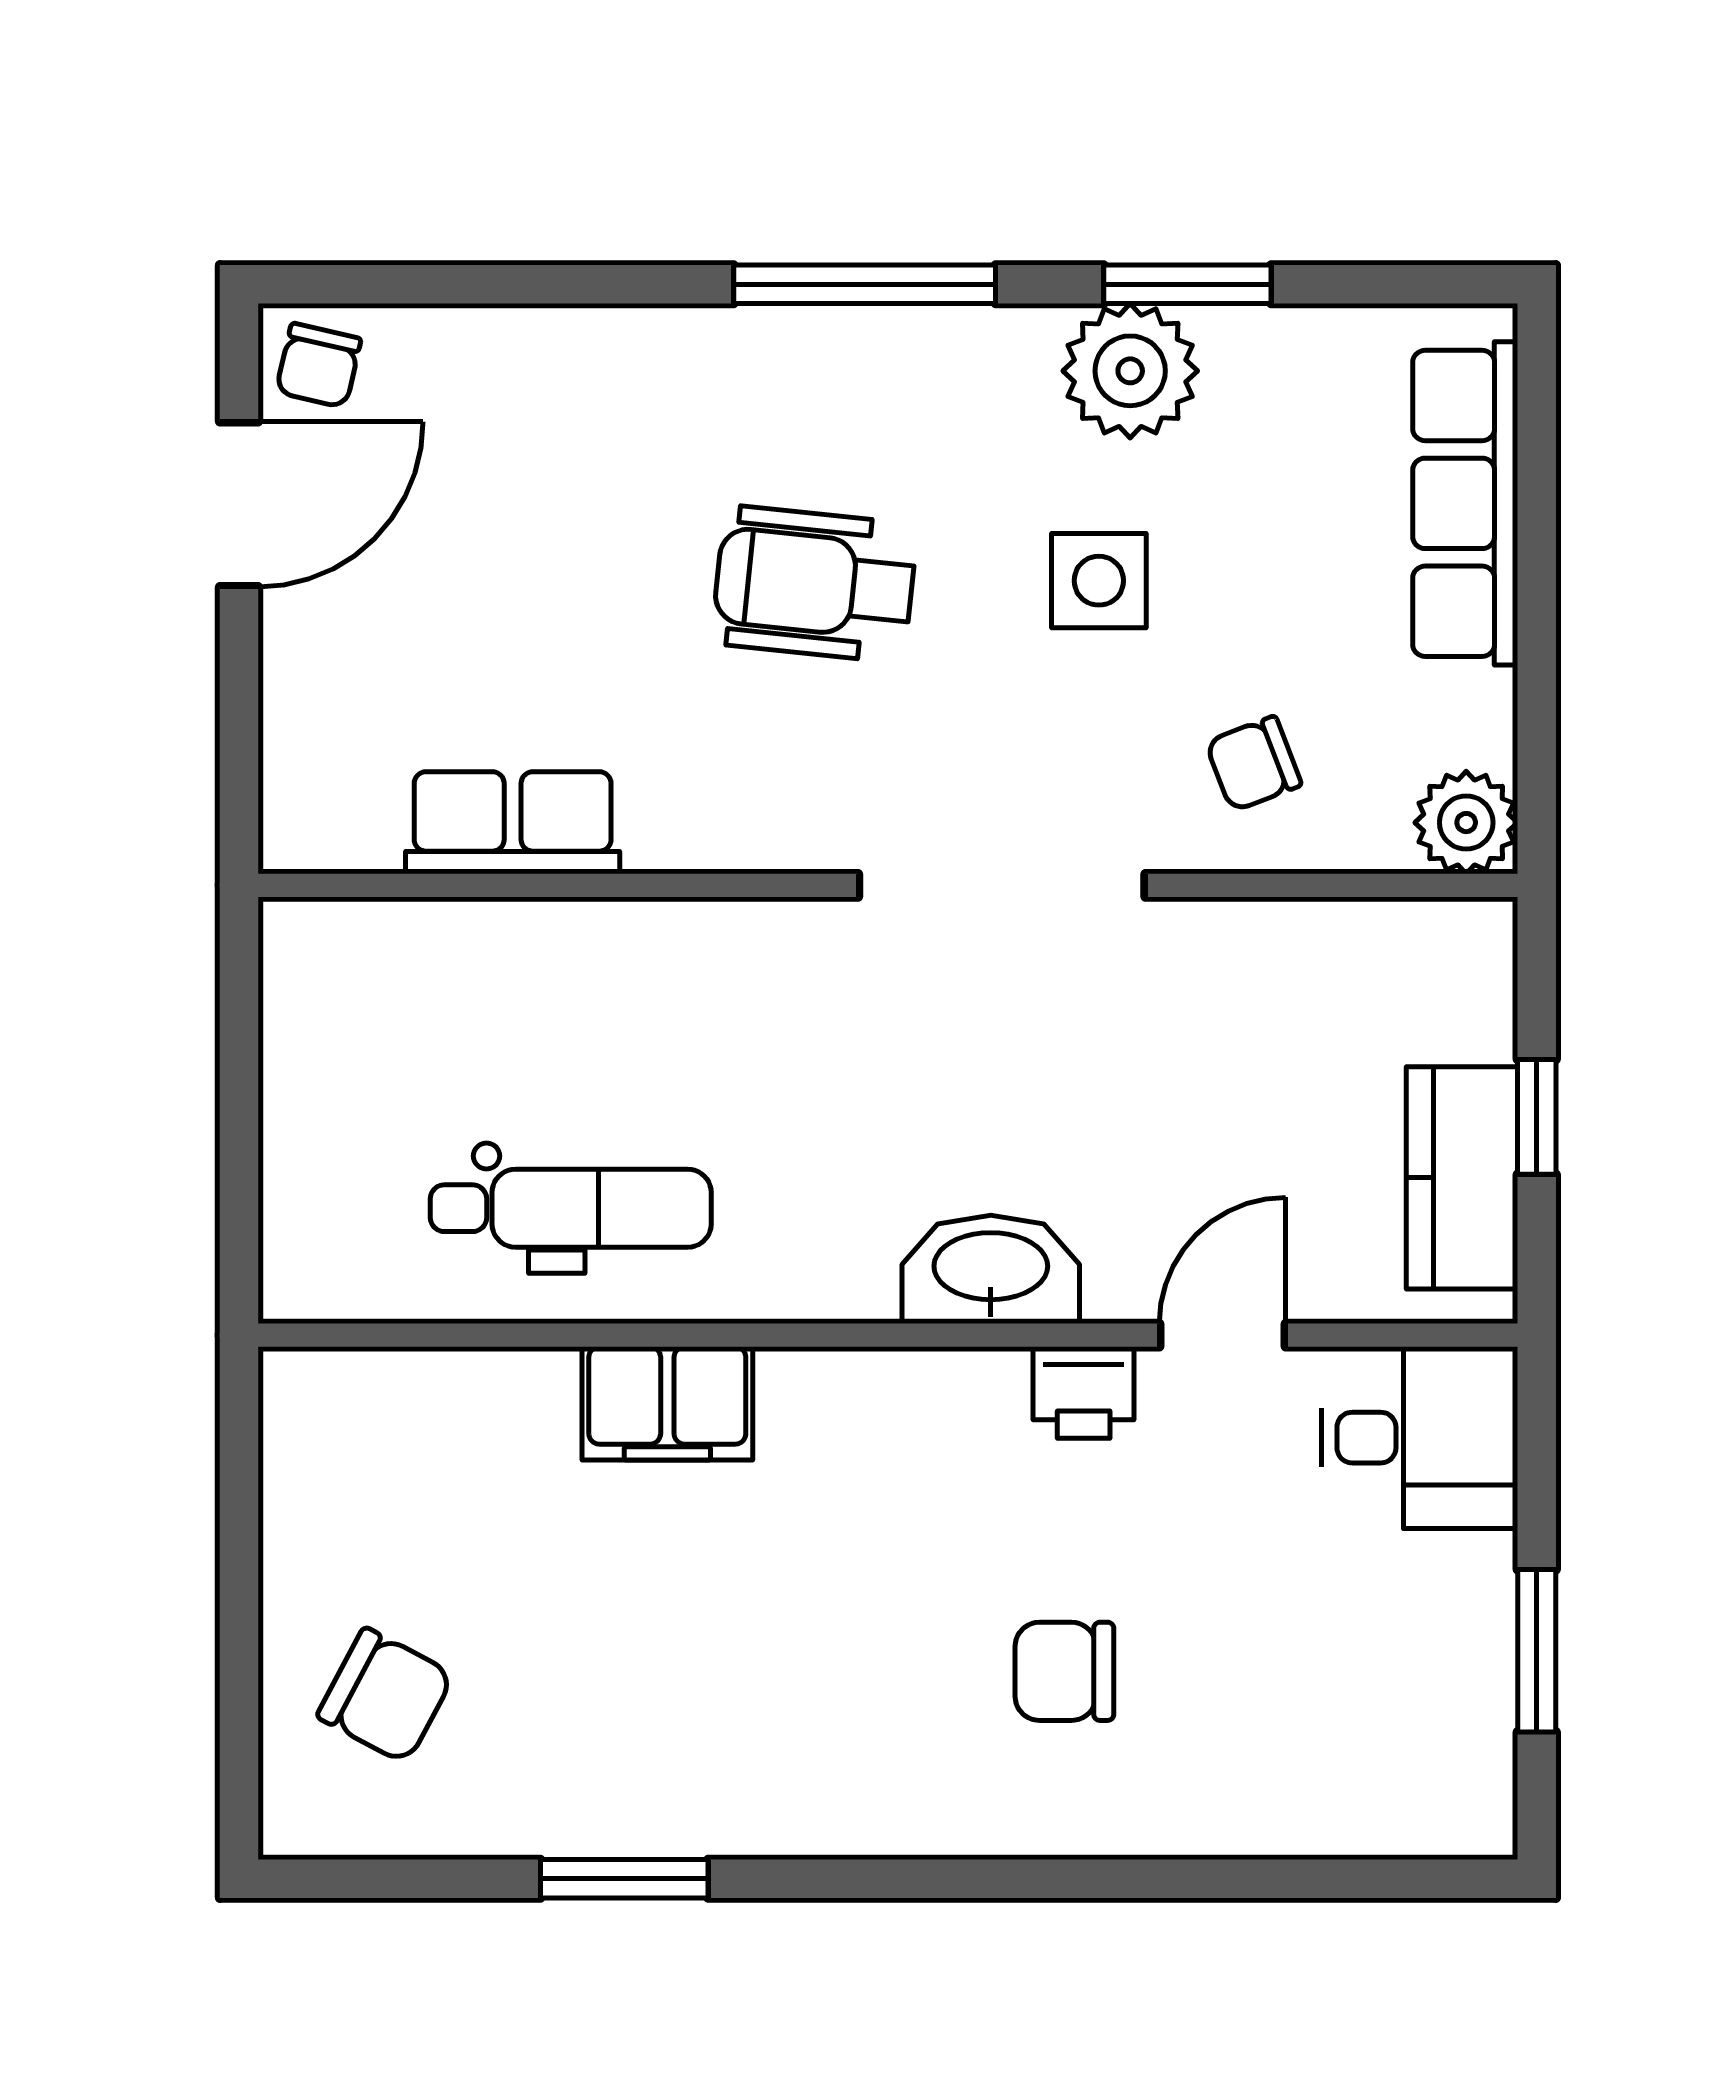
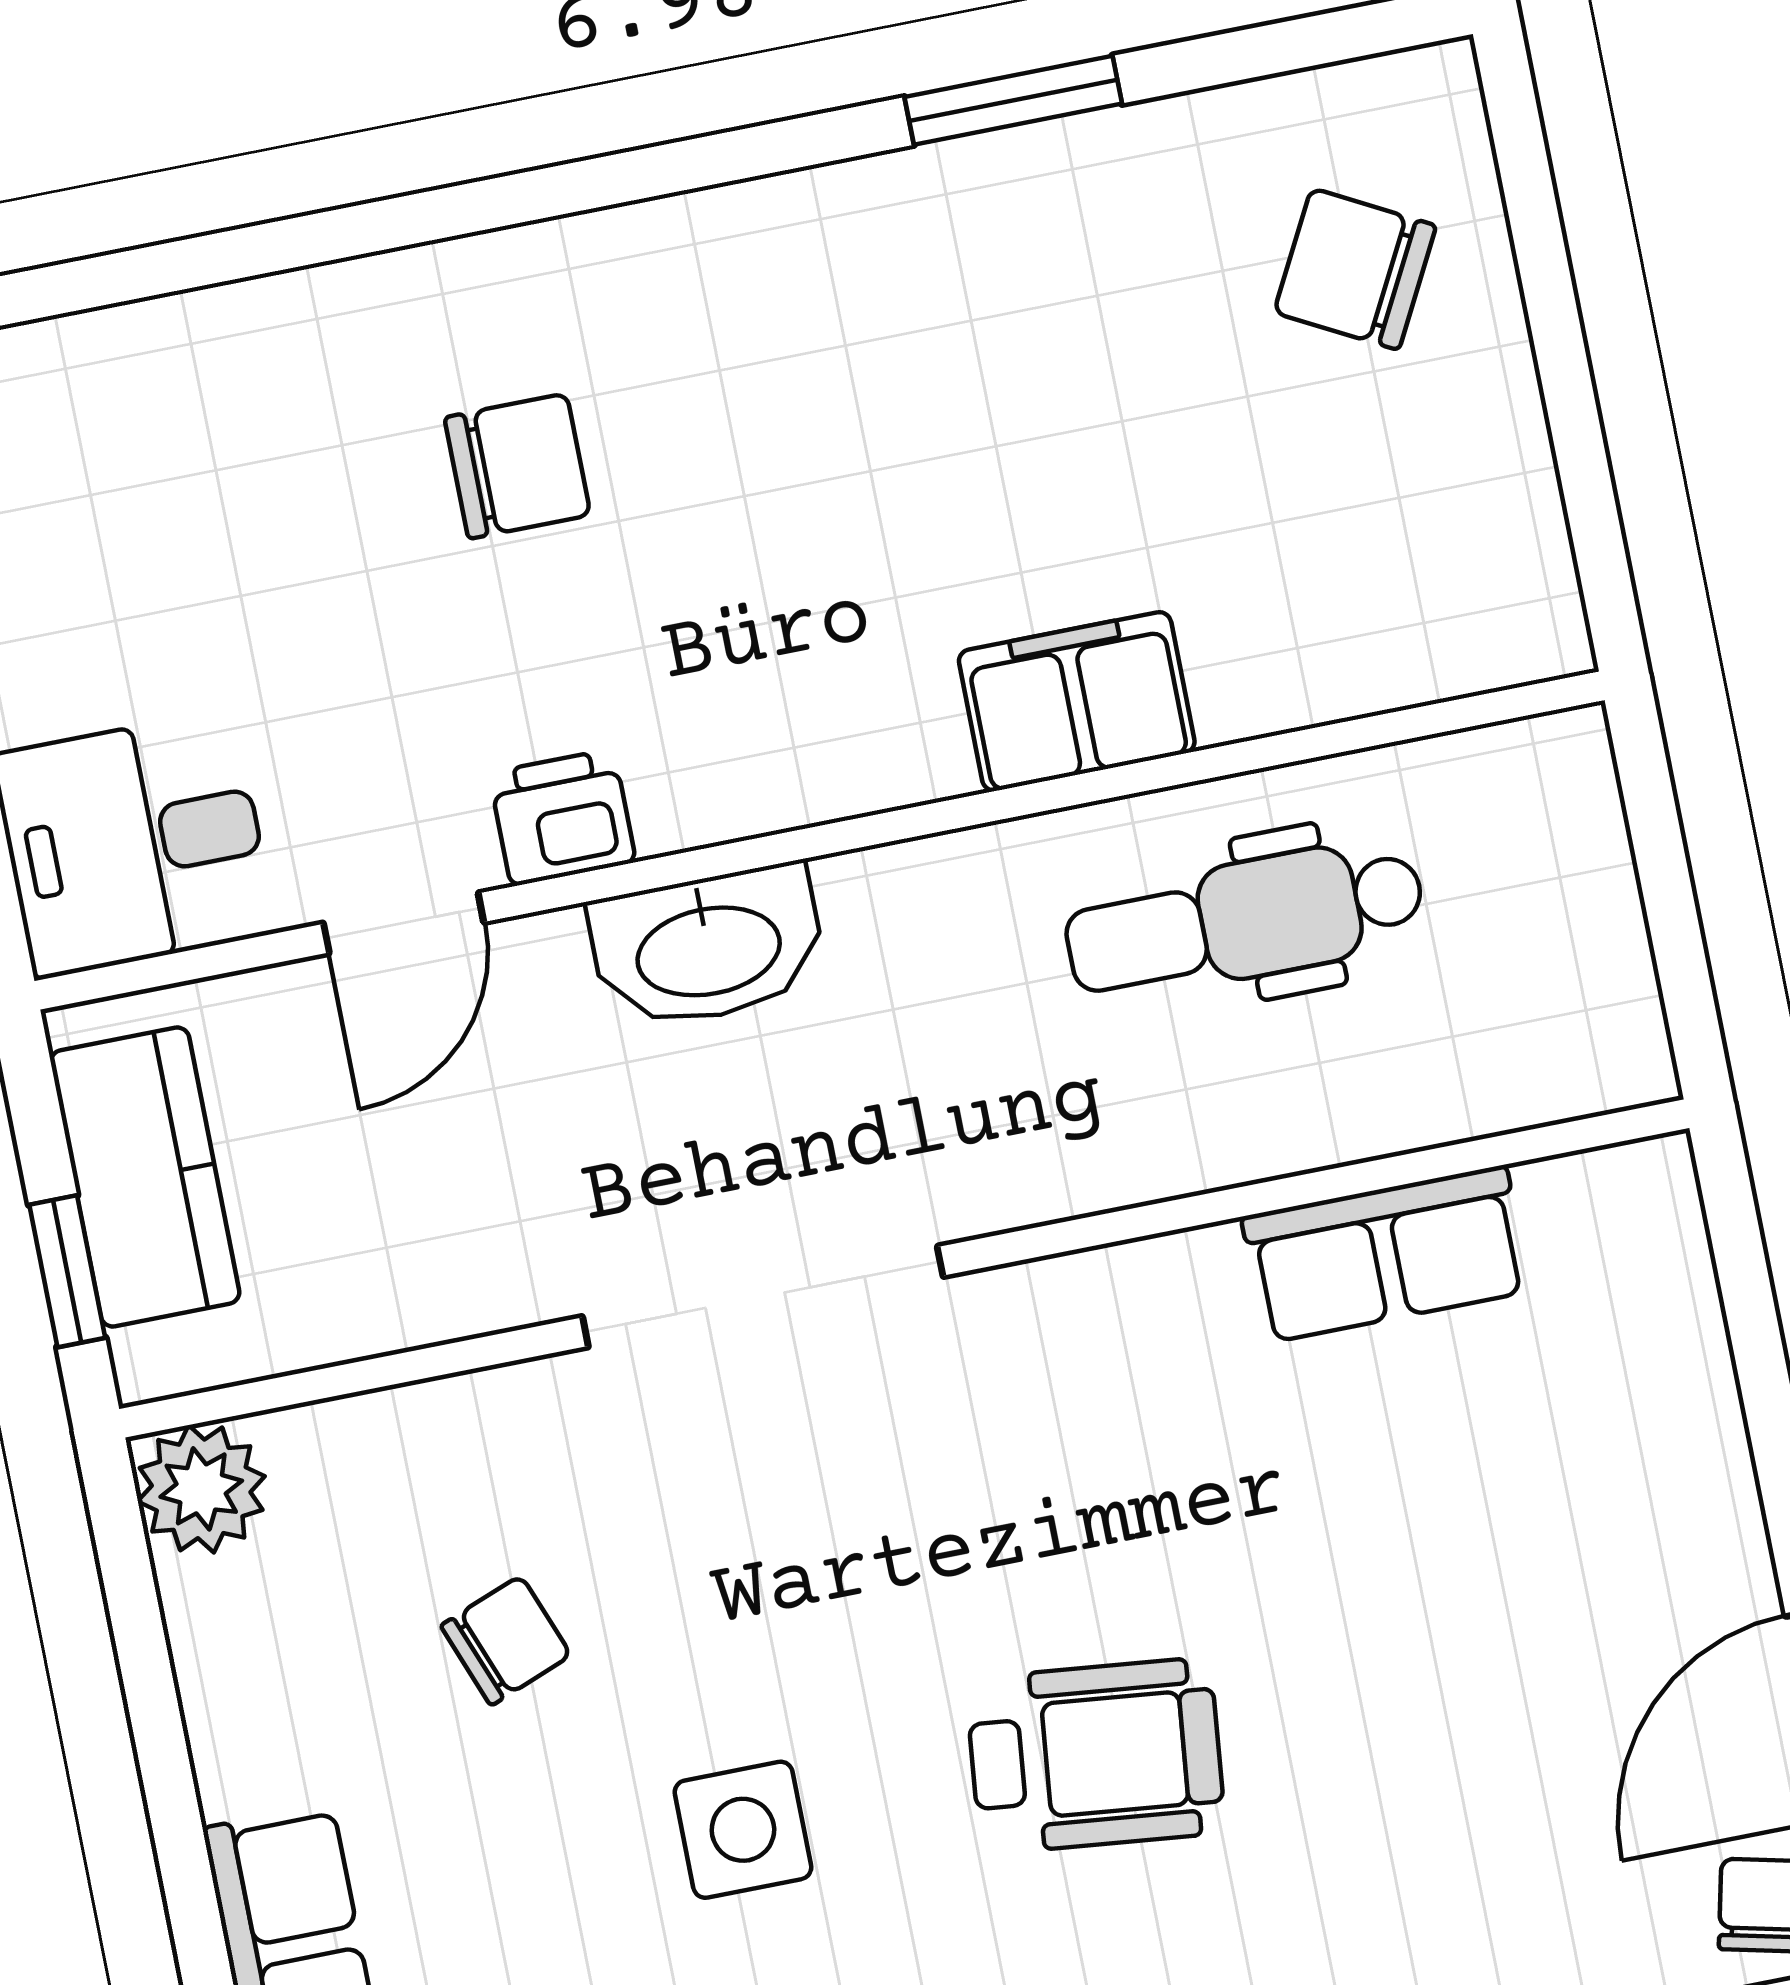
row of seats: (513, 823) -> (1386, 1254), moved
plant: (1466, 823) -> (201, 1489), moved
wall: (888, 885) -> (904, 1269), moved
doorway: (1002, 885) -> (763, 1297), moved

